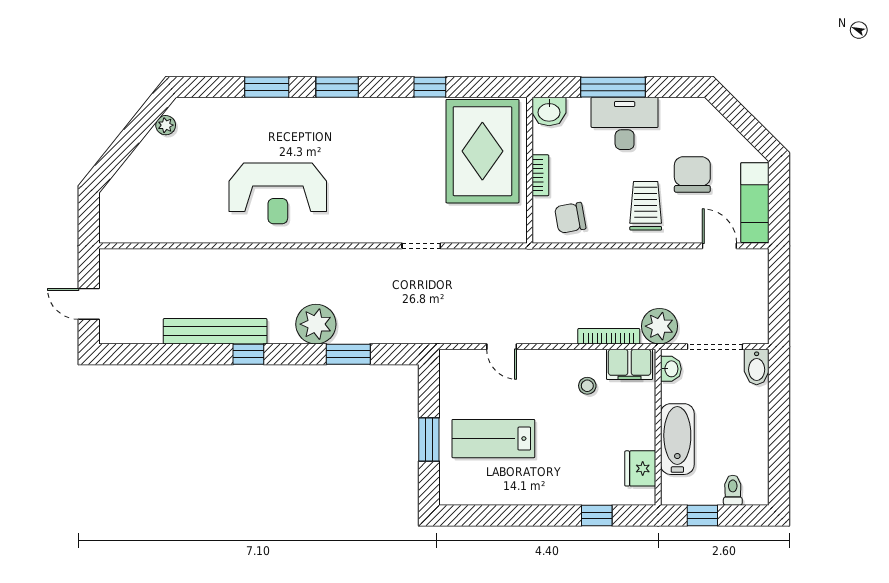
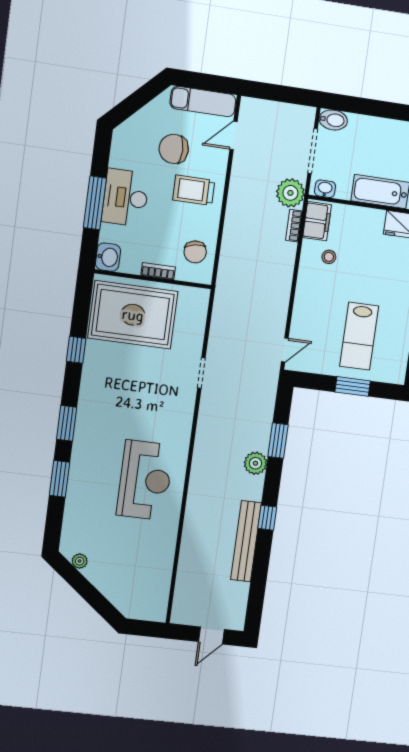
plant: (316, 324) -> (255, 463), width x0.73, depth x0.73
bookcase: (609, 336) -> (294, 226), width x0.64
door: (502, 347) -> (285, 350), moved

